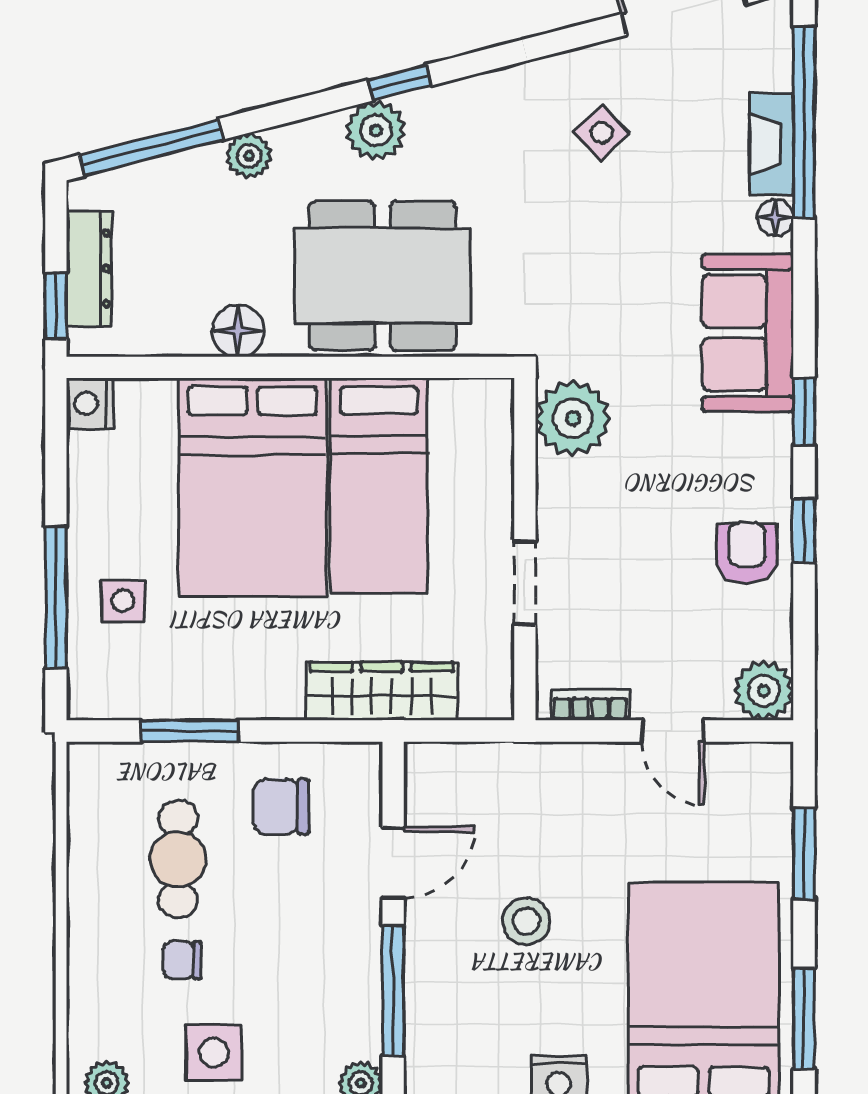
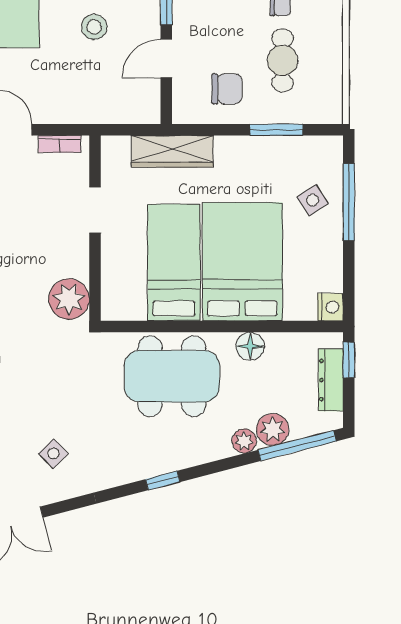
plant: (376, 130) -> (273, 430), moved
side table: (123, 601) -> (313, 200), turned -33

